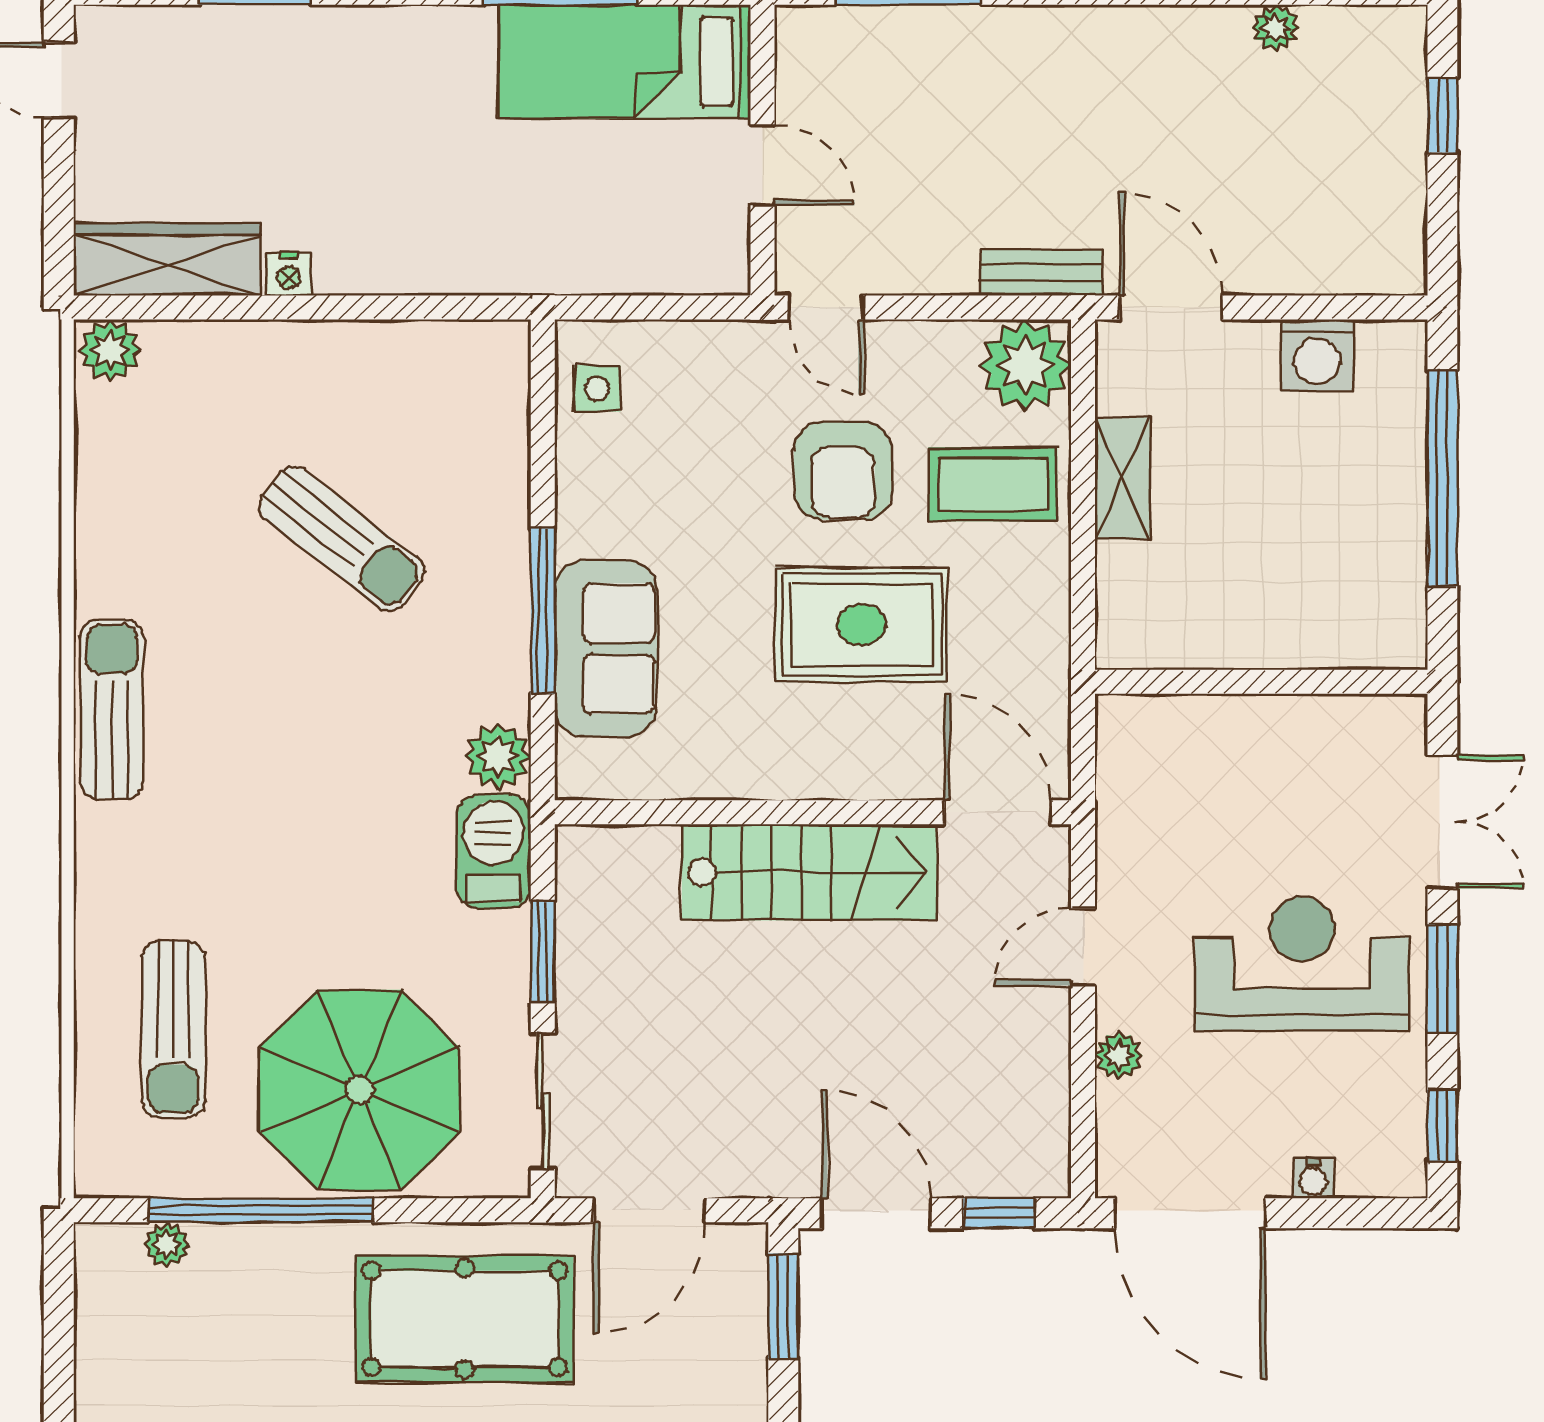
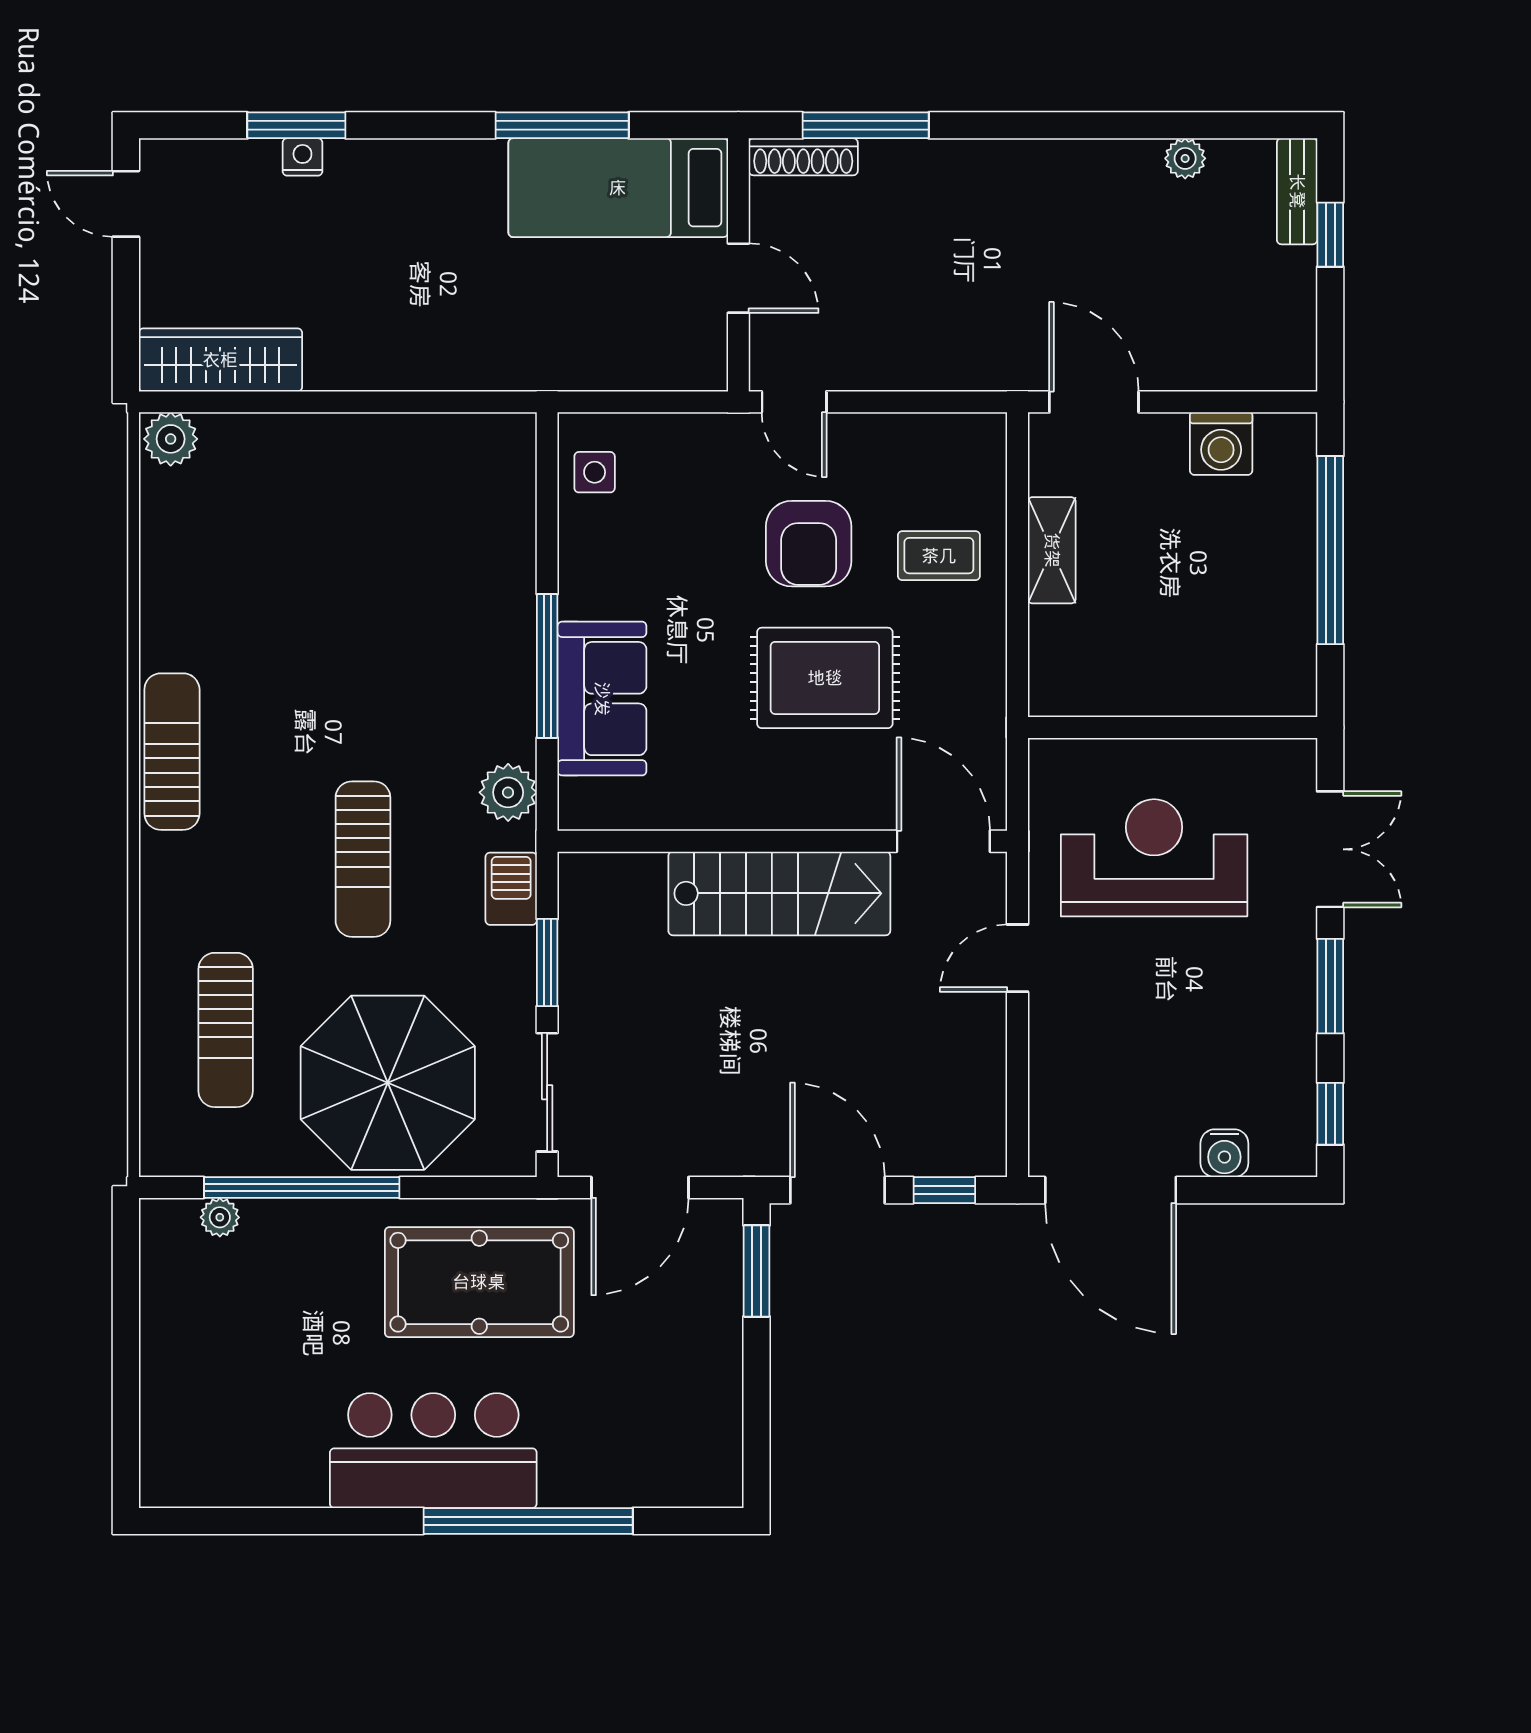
shoe rack: (837, 26) -> (803, 157), added
bench: (1041, 272) -> (1297, 191), moved, turned 90
nightstand: (289, 274) -> (302, 157), moved, turned 180
plant: (1025, 365) -> (967, 452), removed
coffee table: (993, 484) -> (939, 556), width x0.73, depth x0.77
sun lounger: (342, 539) -> (363, 859), moved, turned 52
barbecue: (494, 851) -> (511, 889), width x0.73, depth x0.79
reception desk: (1302, 964) -> (1154, 858), moved
plant: (1119, 1055) -> (1049, 1053), removed
water cooler: (1313, 1178) -> (1224, 1153), width x1.38, depth x1.38

